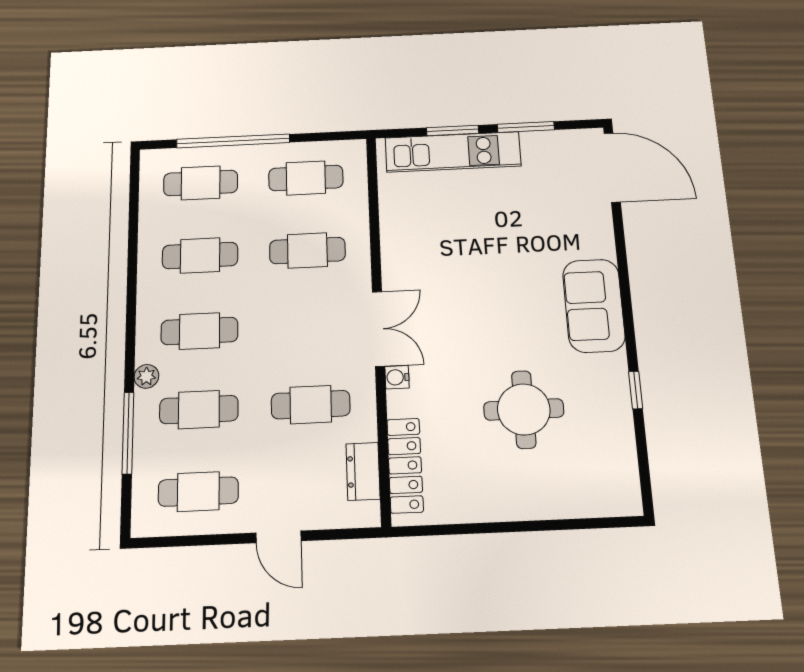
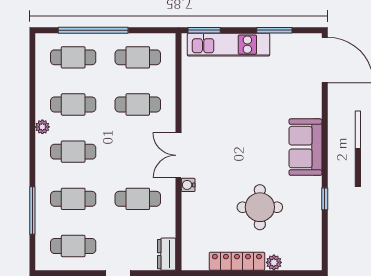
window: (453, 130) -> (204, 30), moved
double door: (378, 329) -> (179, 155), swing flipped
plant: (146, 376) -> (42, 127), moved
locker: (405, 465) -> (237, 261), moved, turned -90
dresser: (363, 471) -> (167, 254), moved
plant: (556, 506) -> (274, 262), added

